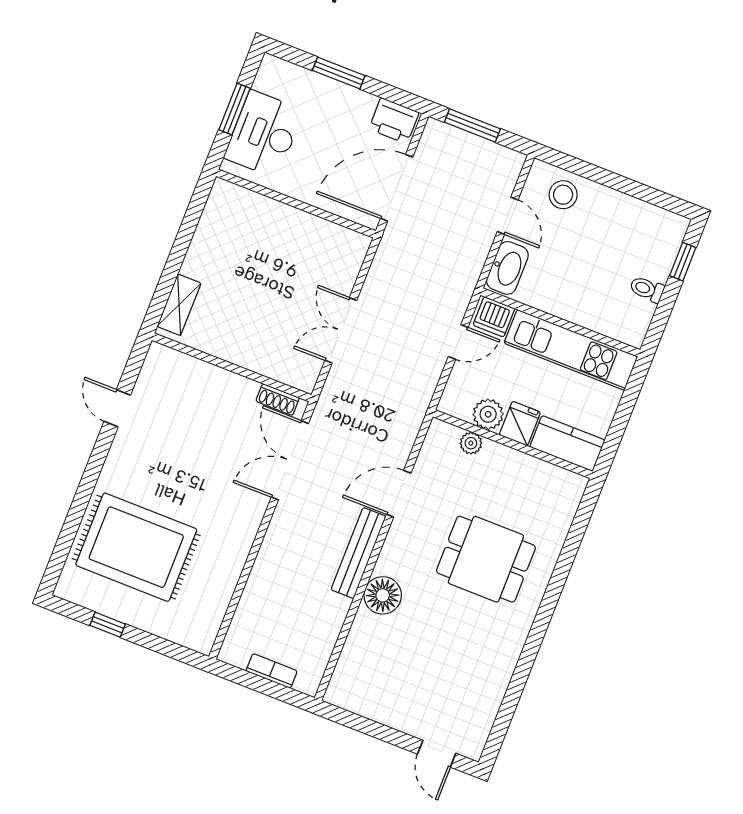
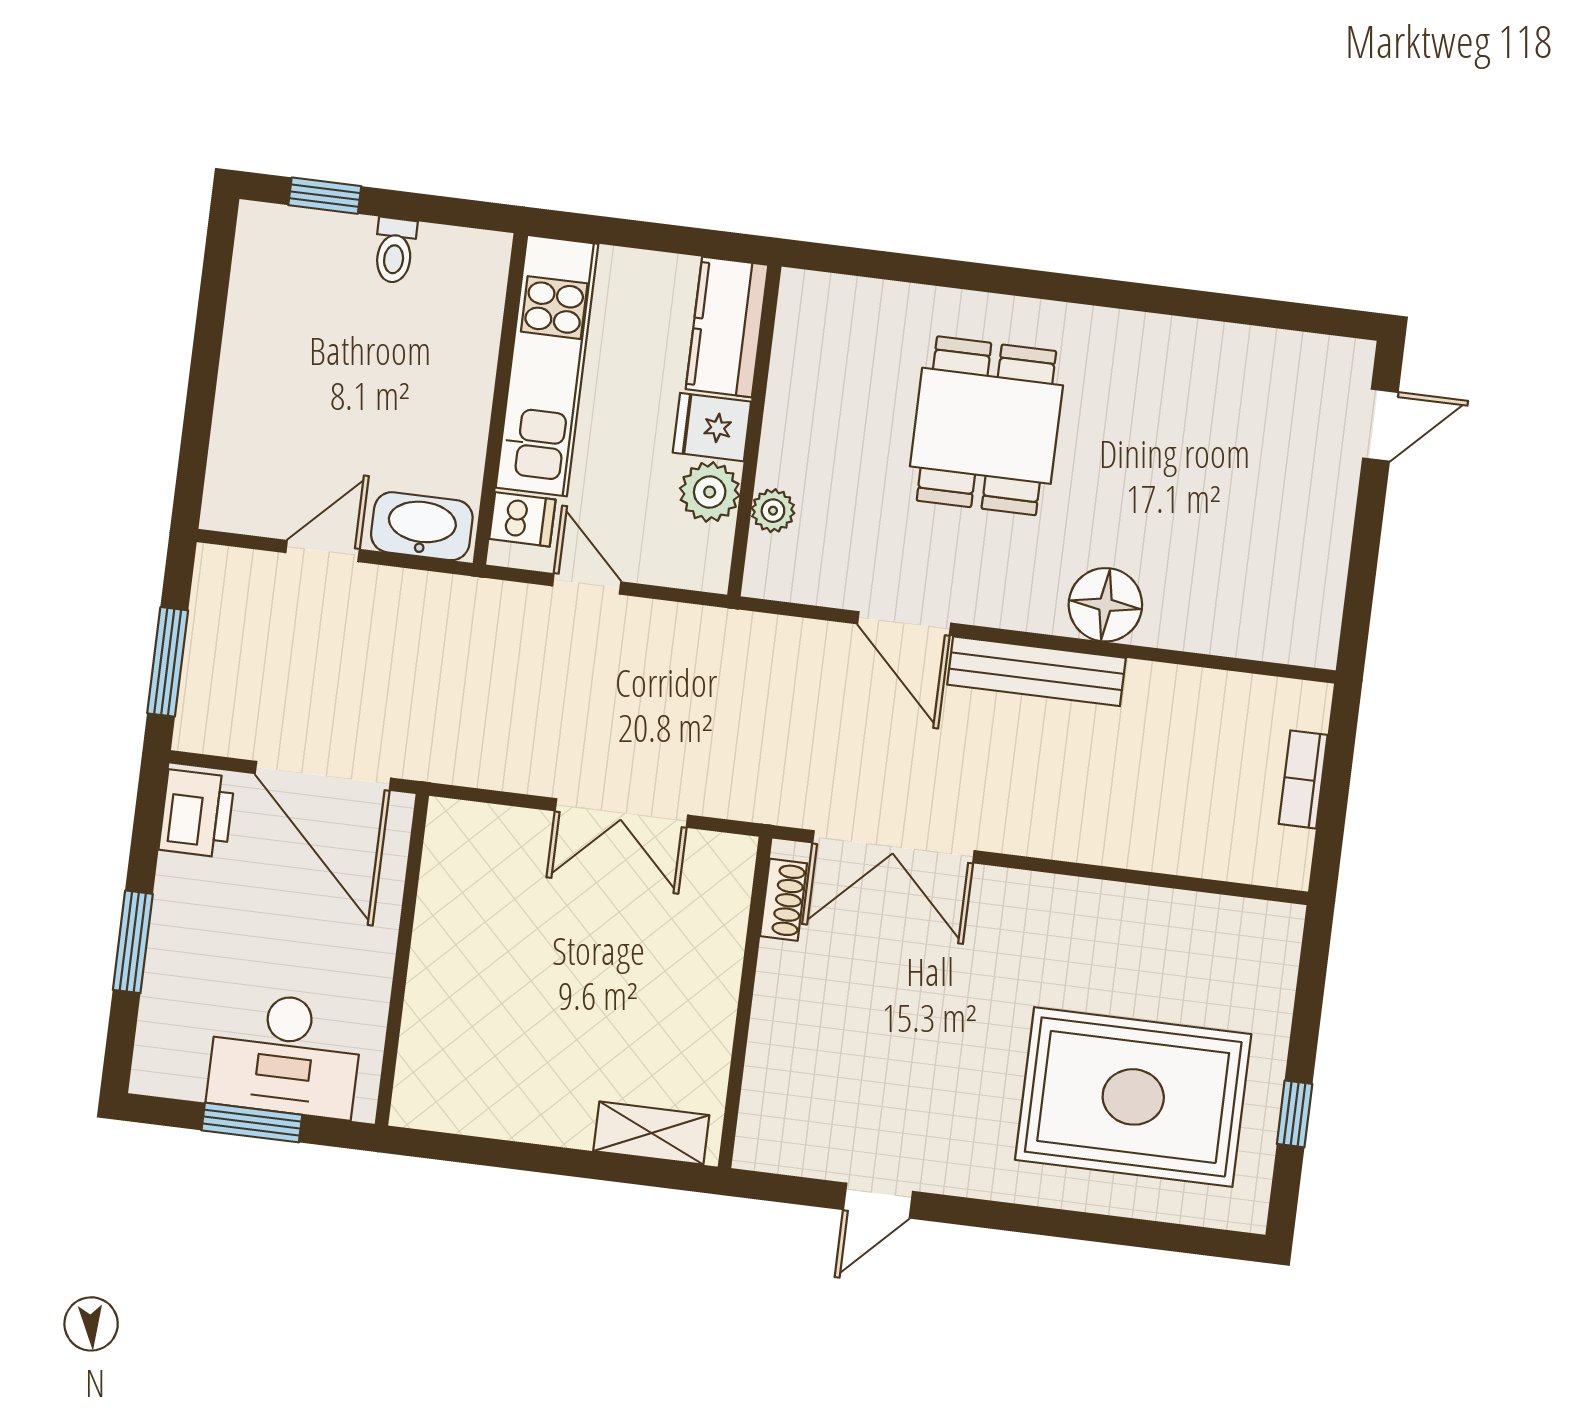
stool: (563, 195) -> (255, 456), removed
dishwasher: (494, 317) -> (522, 519), width x0.73
rug: (136, 547) -> (1133, 1097), turned 90

